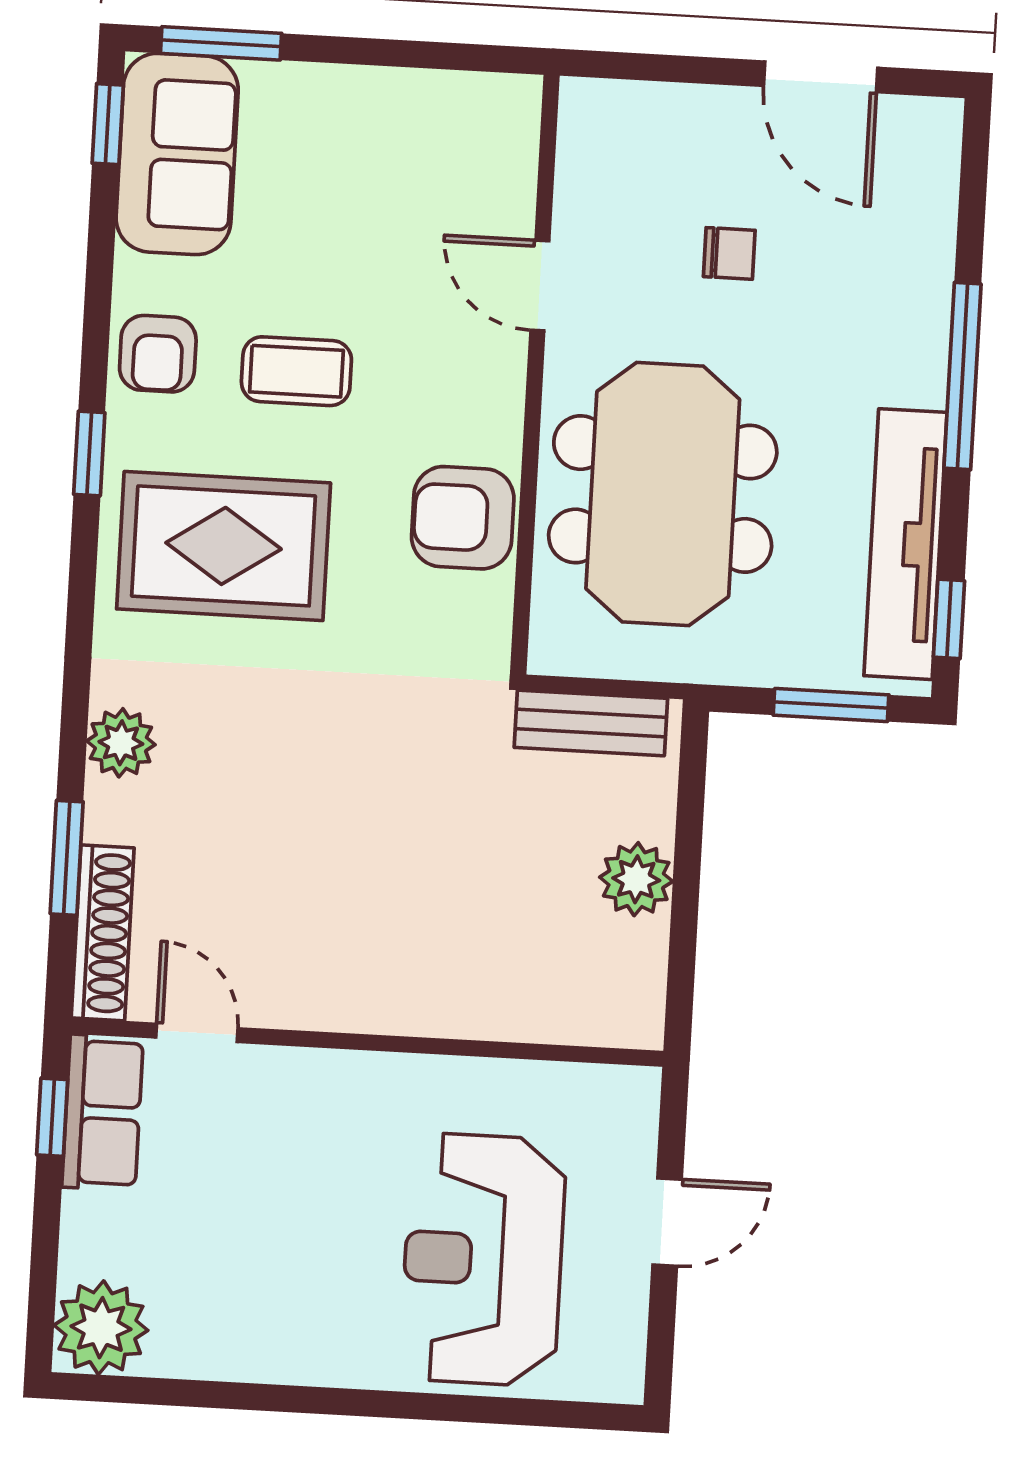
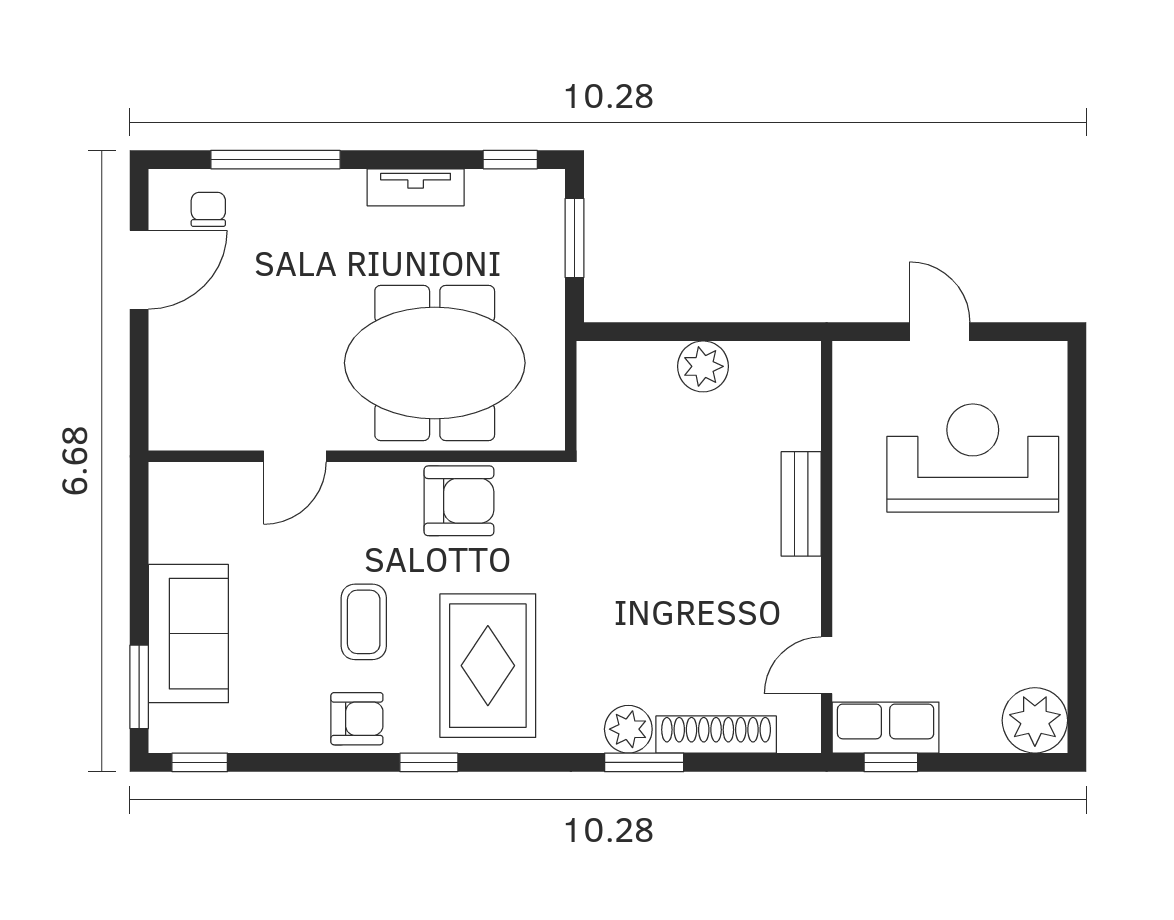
sofa: (177, 154) -> (188, 634), moved, turned 90
chair: (729, 253) -> (208, 209), moved
window: (963, 376) -> (275, 160), moved
armchair: (463, 518) -> (459, 501), turned -90
tv unit: (905, 544) -> (416, 187), width x0.52, depth x0.78
bench: (591, 723) -> (801, 504), moved
window: (67, 858) -> (644, 762), moved
shoe rack: (103, 933) -> (716, 735), moved
reception desk: (483, 1260) -> (973, 458), turned 180

